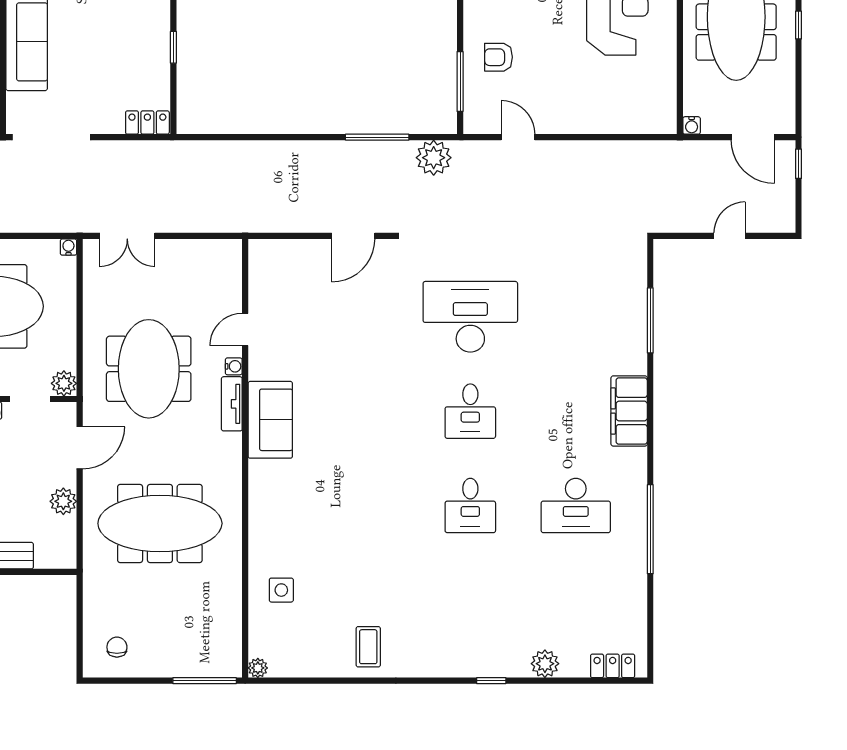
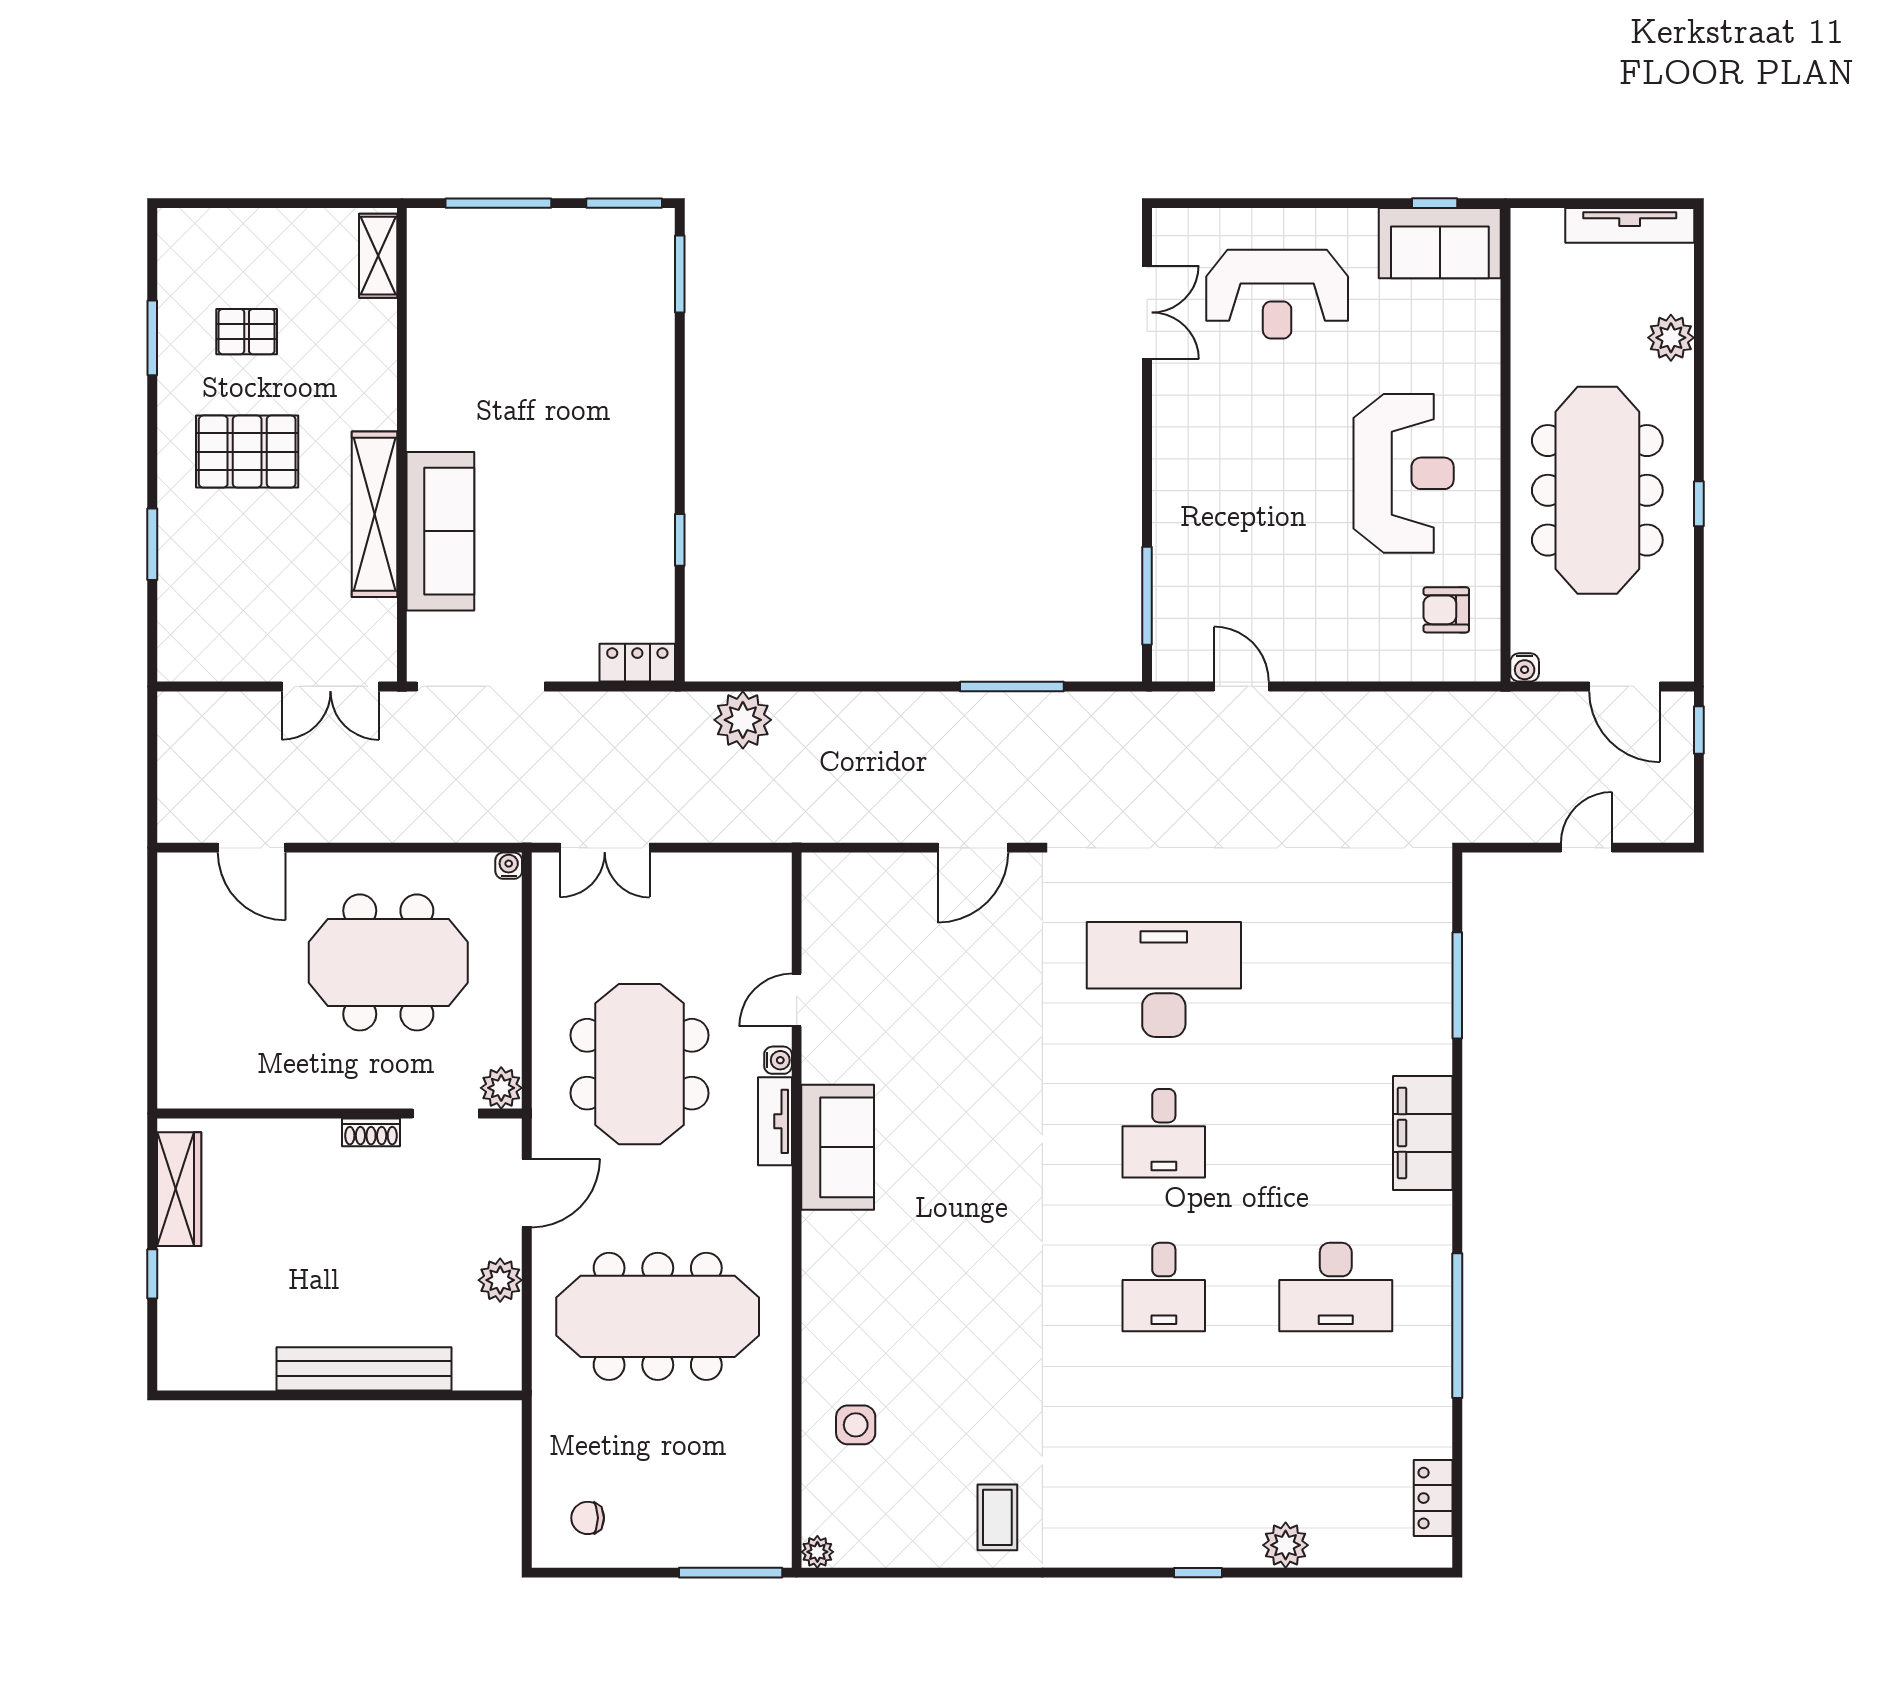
armchair: (498, 57) -> (1446, 610), moved
plant: (434, 158) -> (743, 720), moved
chair: (117, 647) -> (588, 1518), turned -90
locker: (613, 666) -> (1433, 1498), moved, turned -90

